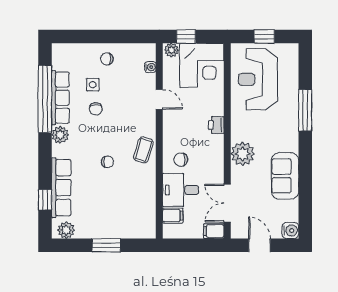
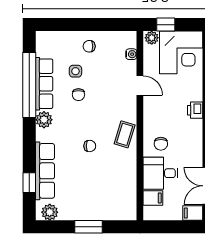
chair: (181, 160) -> (161, 144), turned -90

